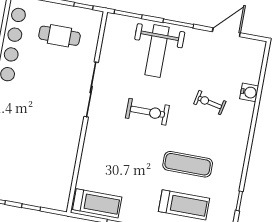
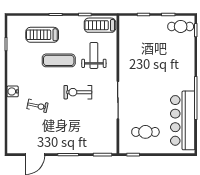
weight bench: (157, 51) -> (94, 56), moved, width x0.73, depth x0.75
water cooler: (249, 92) -> (13, 91), moved
exercise mat: (188, 164) -> (59, 60), moved

